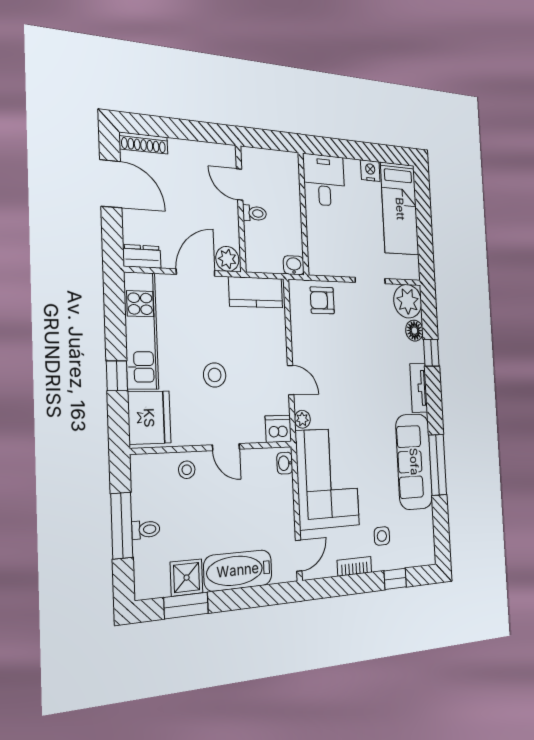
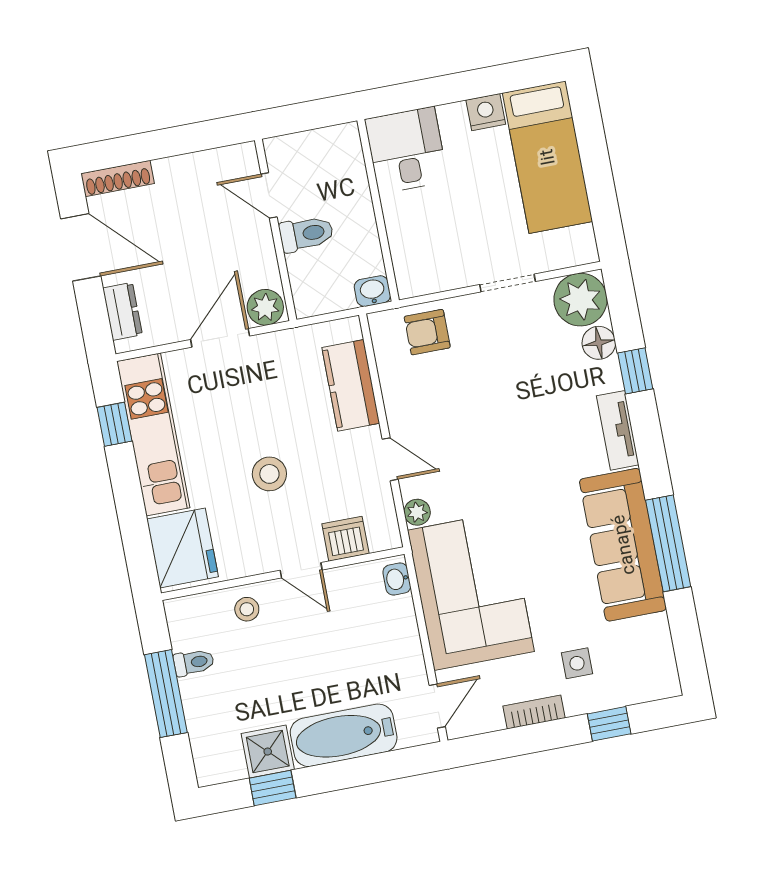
toilet: (255, 213) -> (306, 234), width x1.37, depth x1.39
dresser: (142, 256) -> (122, 311), moved, turned 90
kitchen counter: (256, 292) -> (351, 385), moved, turned 90
window: (117, 376) -> (114, 424), moved
dishwasher: (278, 429) -> (345, 539), moved
toilet: (146, 529) -> (194, 662), moved
window: (186, 605) -> (273, 788), width x0.67

